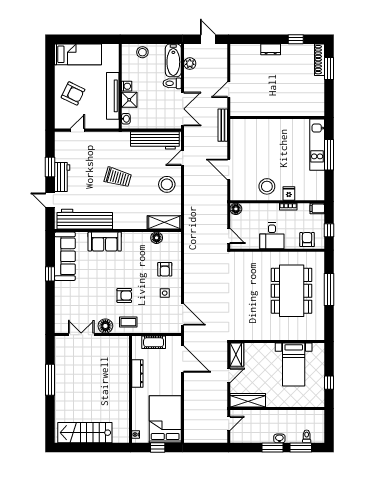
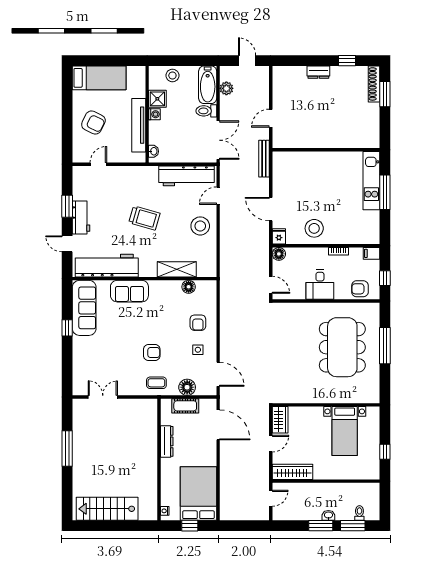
shower: (129, 100) -> (157, 99), moved
fridge: (289, 193) -> (279, 236), moved
shelving: (164, 222) -> (177, 269), moved
armchair: (307, 240) -> (360, 289), turned -90
floor lamp: (105, 326) -> (187, 387), moved

